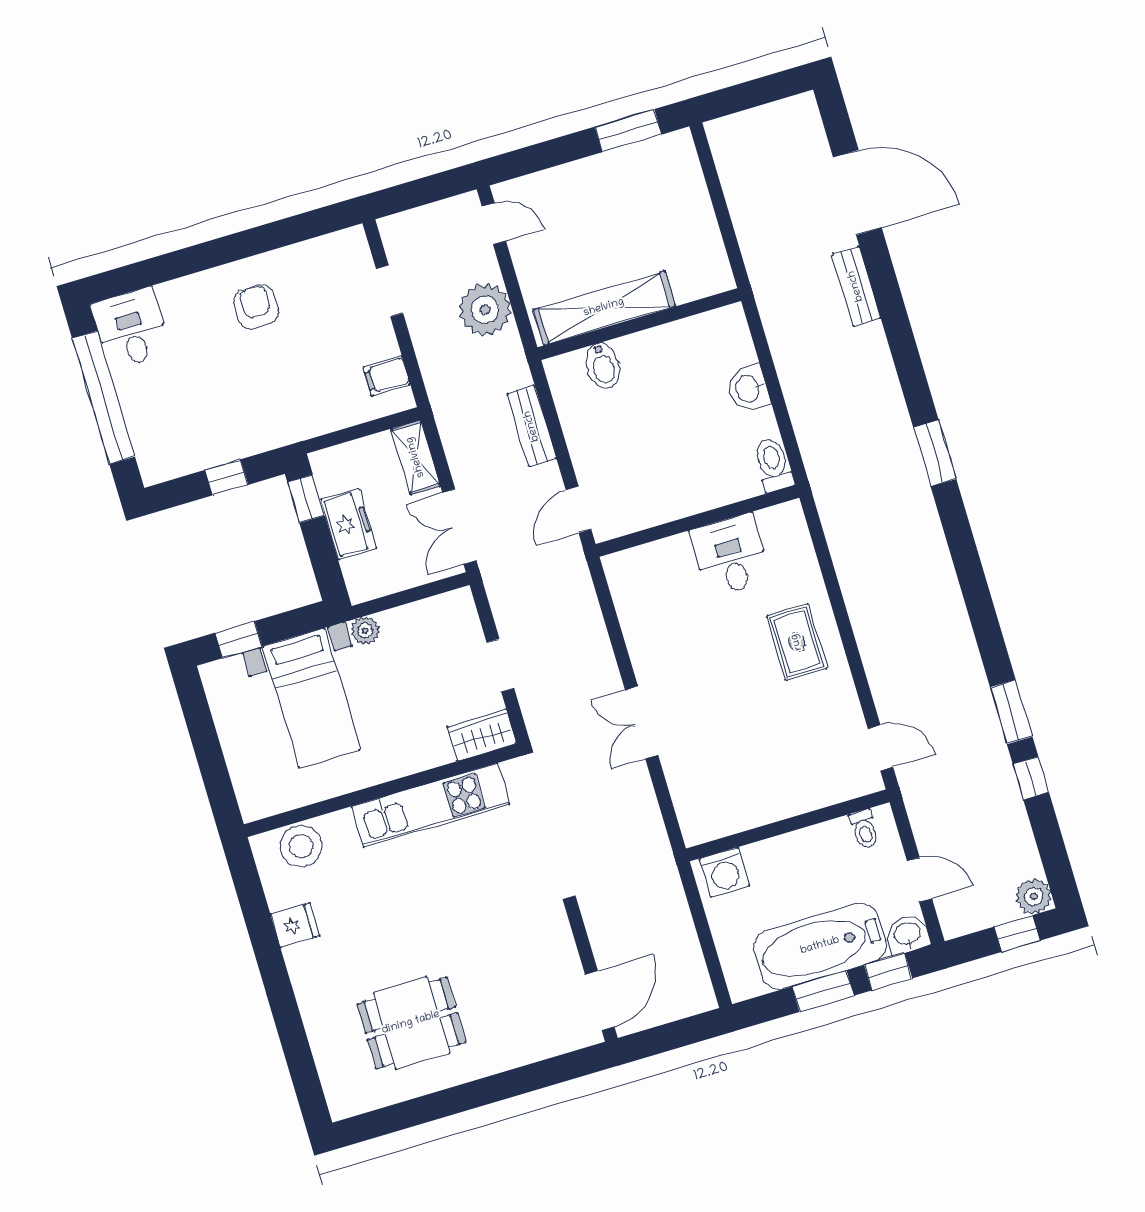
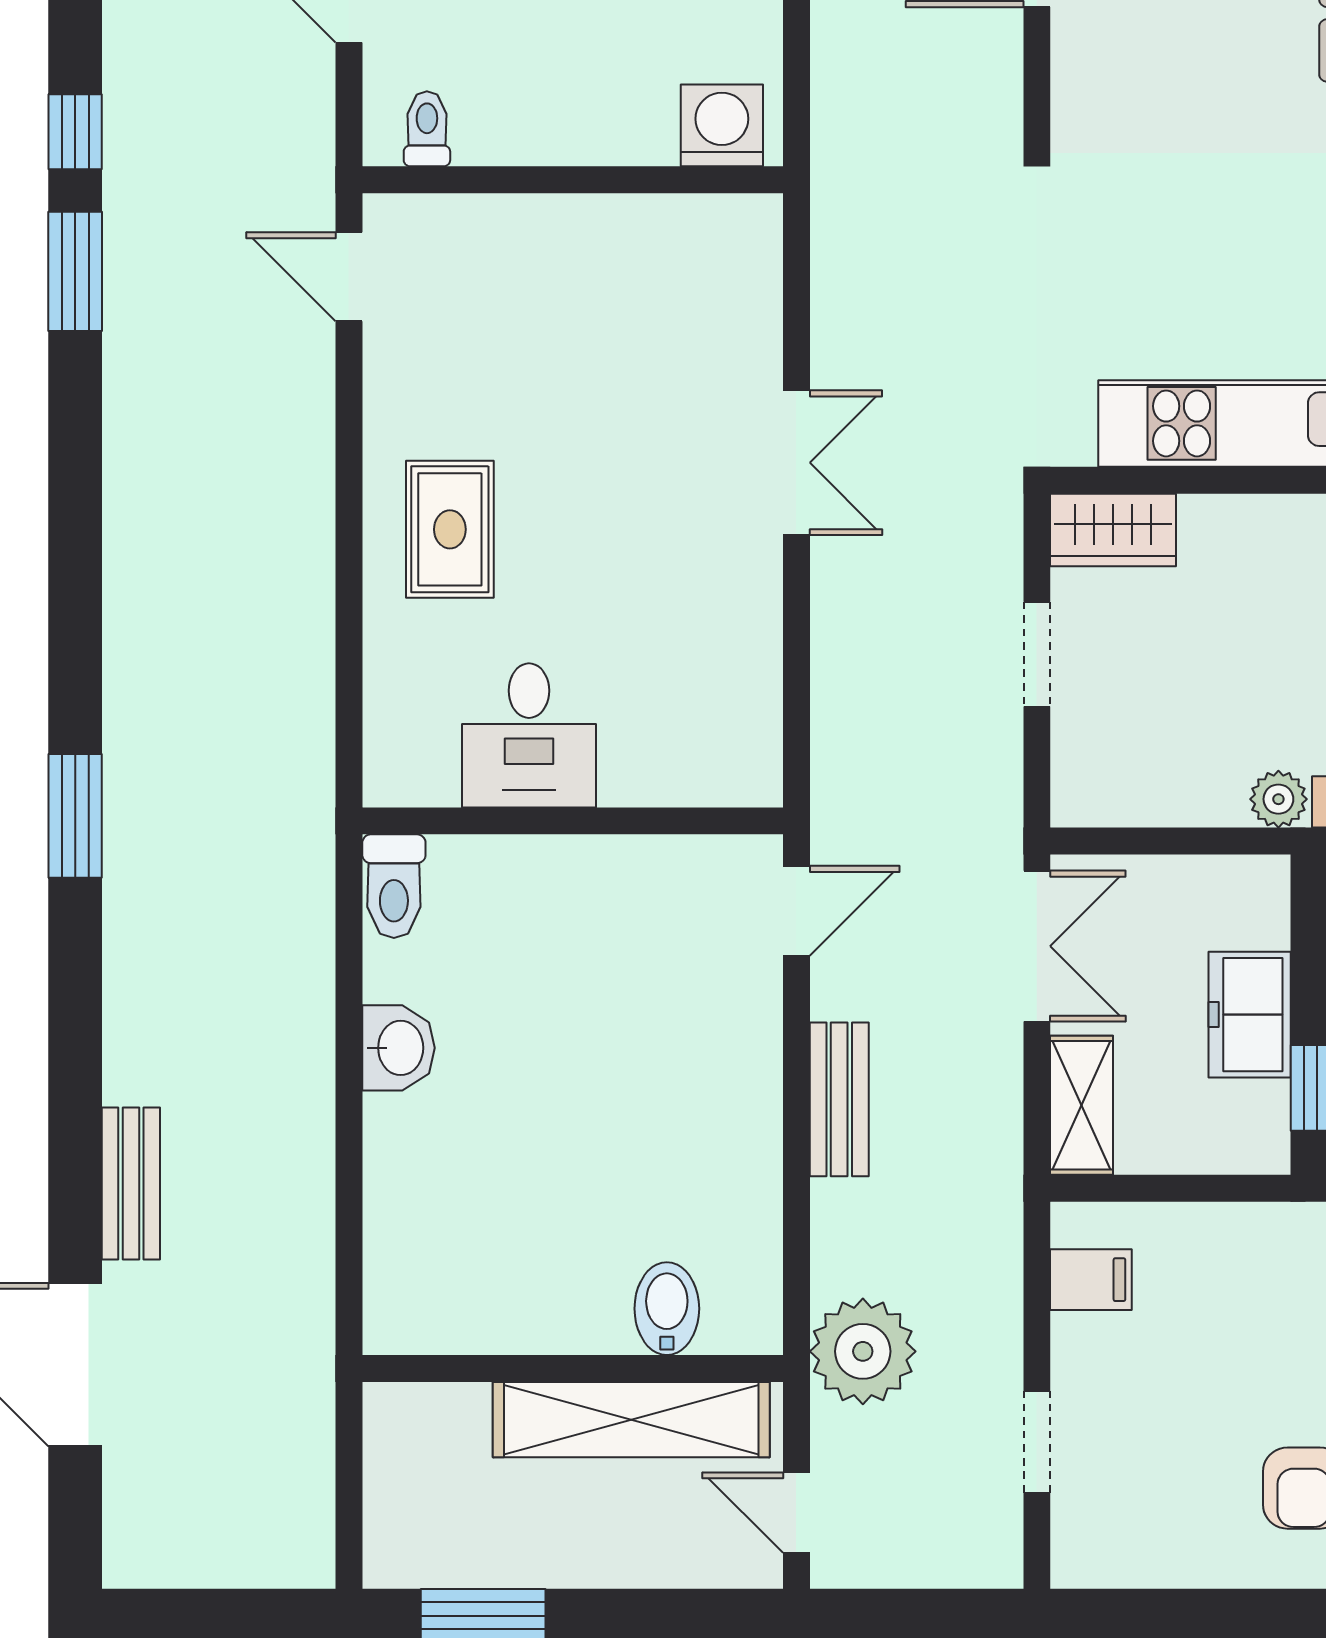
shelving: (604, 308) -> (631, 1420), moved
wall: (639, 324) -> (573, 1369), moved
bidet: (603, 366) -> (667, 1309), moved

